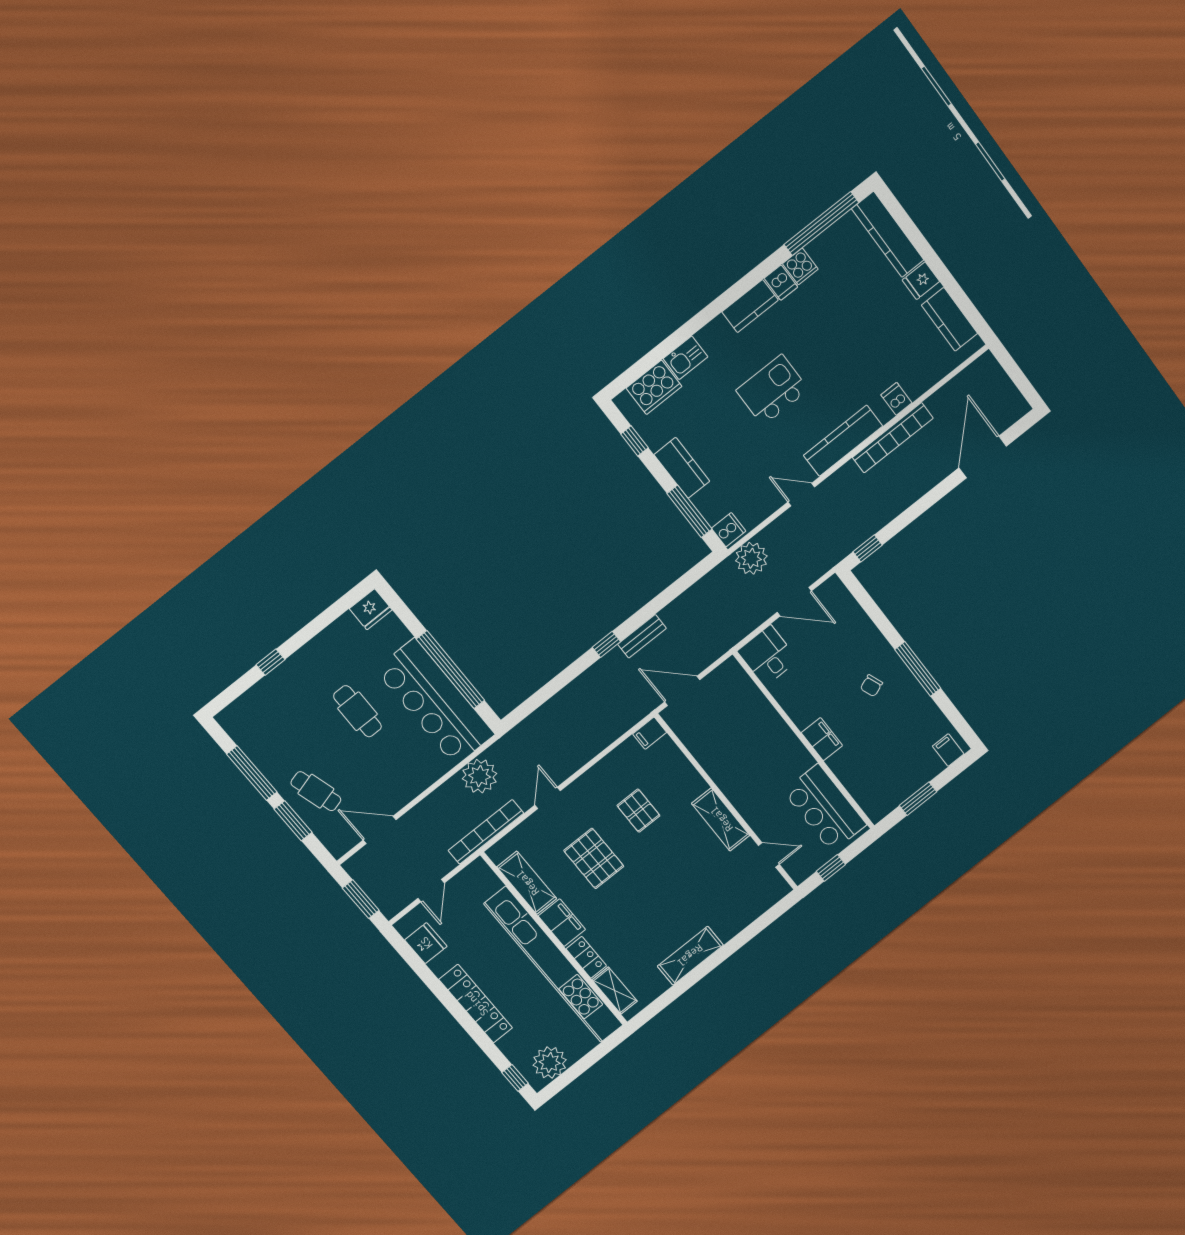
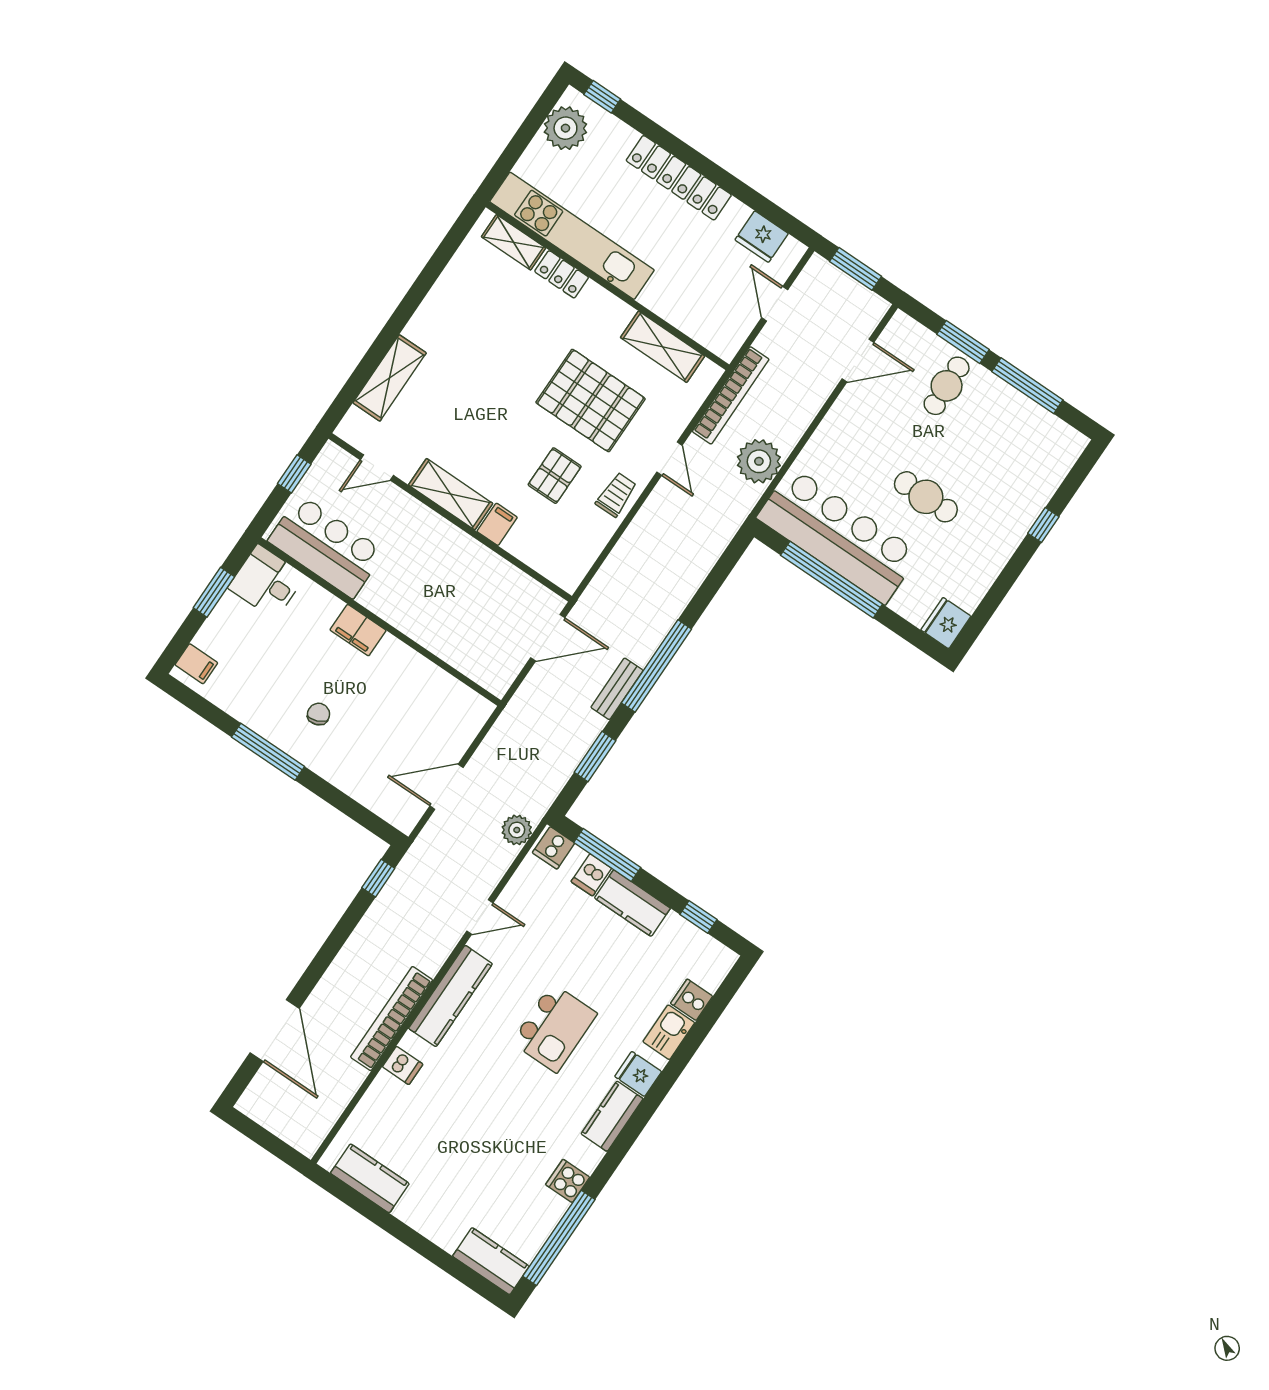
kitchen counter: (888, 234) -> (491, 1261), width x0.67
fridge: (921, 281) -> (638, 1074), moved, turned -90
dishwasher: (781, 283) -> (591, 875), moved, turned -90
cooker: (654, 387) -> (692, 1000), width x0.53, depth x0.76
plant: (751, 558) -> (517, 830), width x0.73, depth x0.73
window: (675, 590) -> (595, 756), added
window: (606, 644) -> (656, 666), width x3.17
desk: (768, 656) -> (266, 582), moved, turned 180
filing cabinet: (650, 733) -> (497, 524), moved
trolley: (596, 783) -> (616, 495), added
cafe table: (316, 791) -> (947, 386), turned -76
pallet: (638, 811) -> (555, 476), turned 90
pallet: (594, 858) -> (591, 401), width x1.37, depth x1.41
filing cabinet: (562, 923) -> (605, 309), removed
shelving: (690, 956) -> (390, 378), moved
kitchen unit: (554, 965) -> (572, 236), width x0.73

